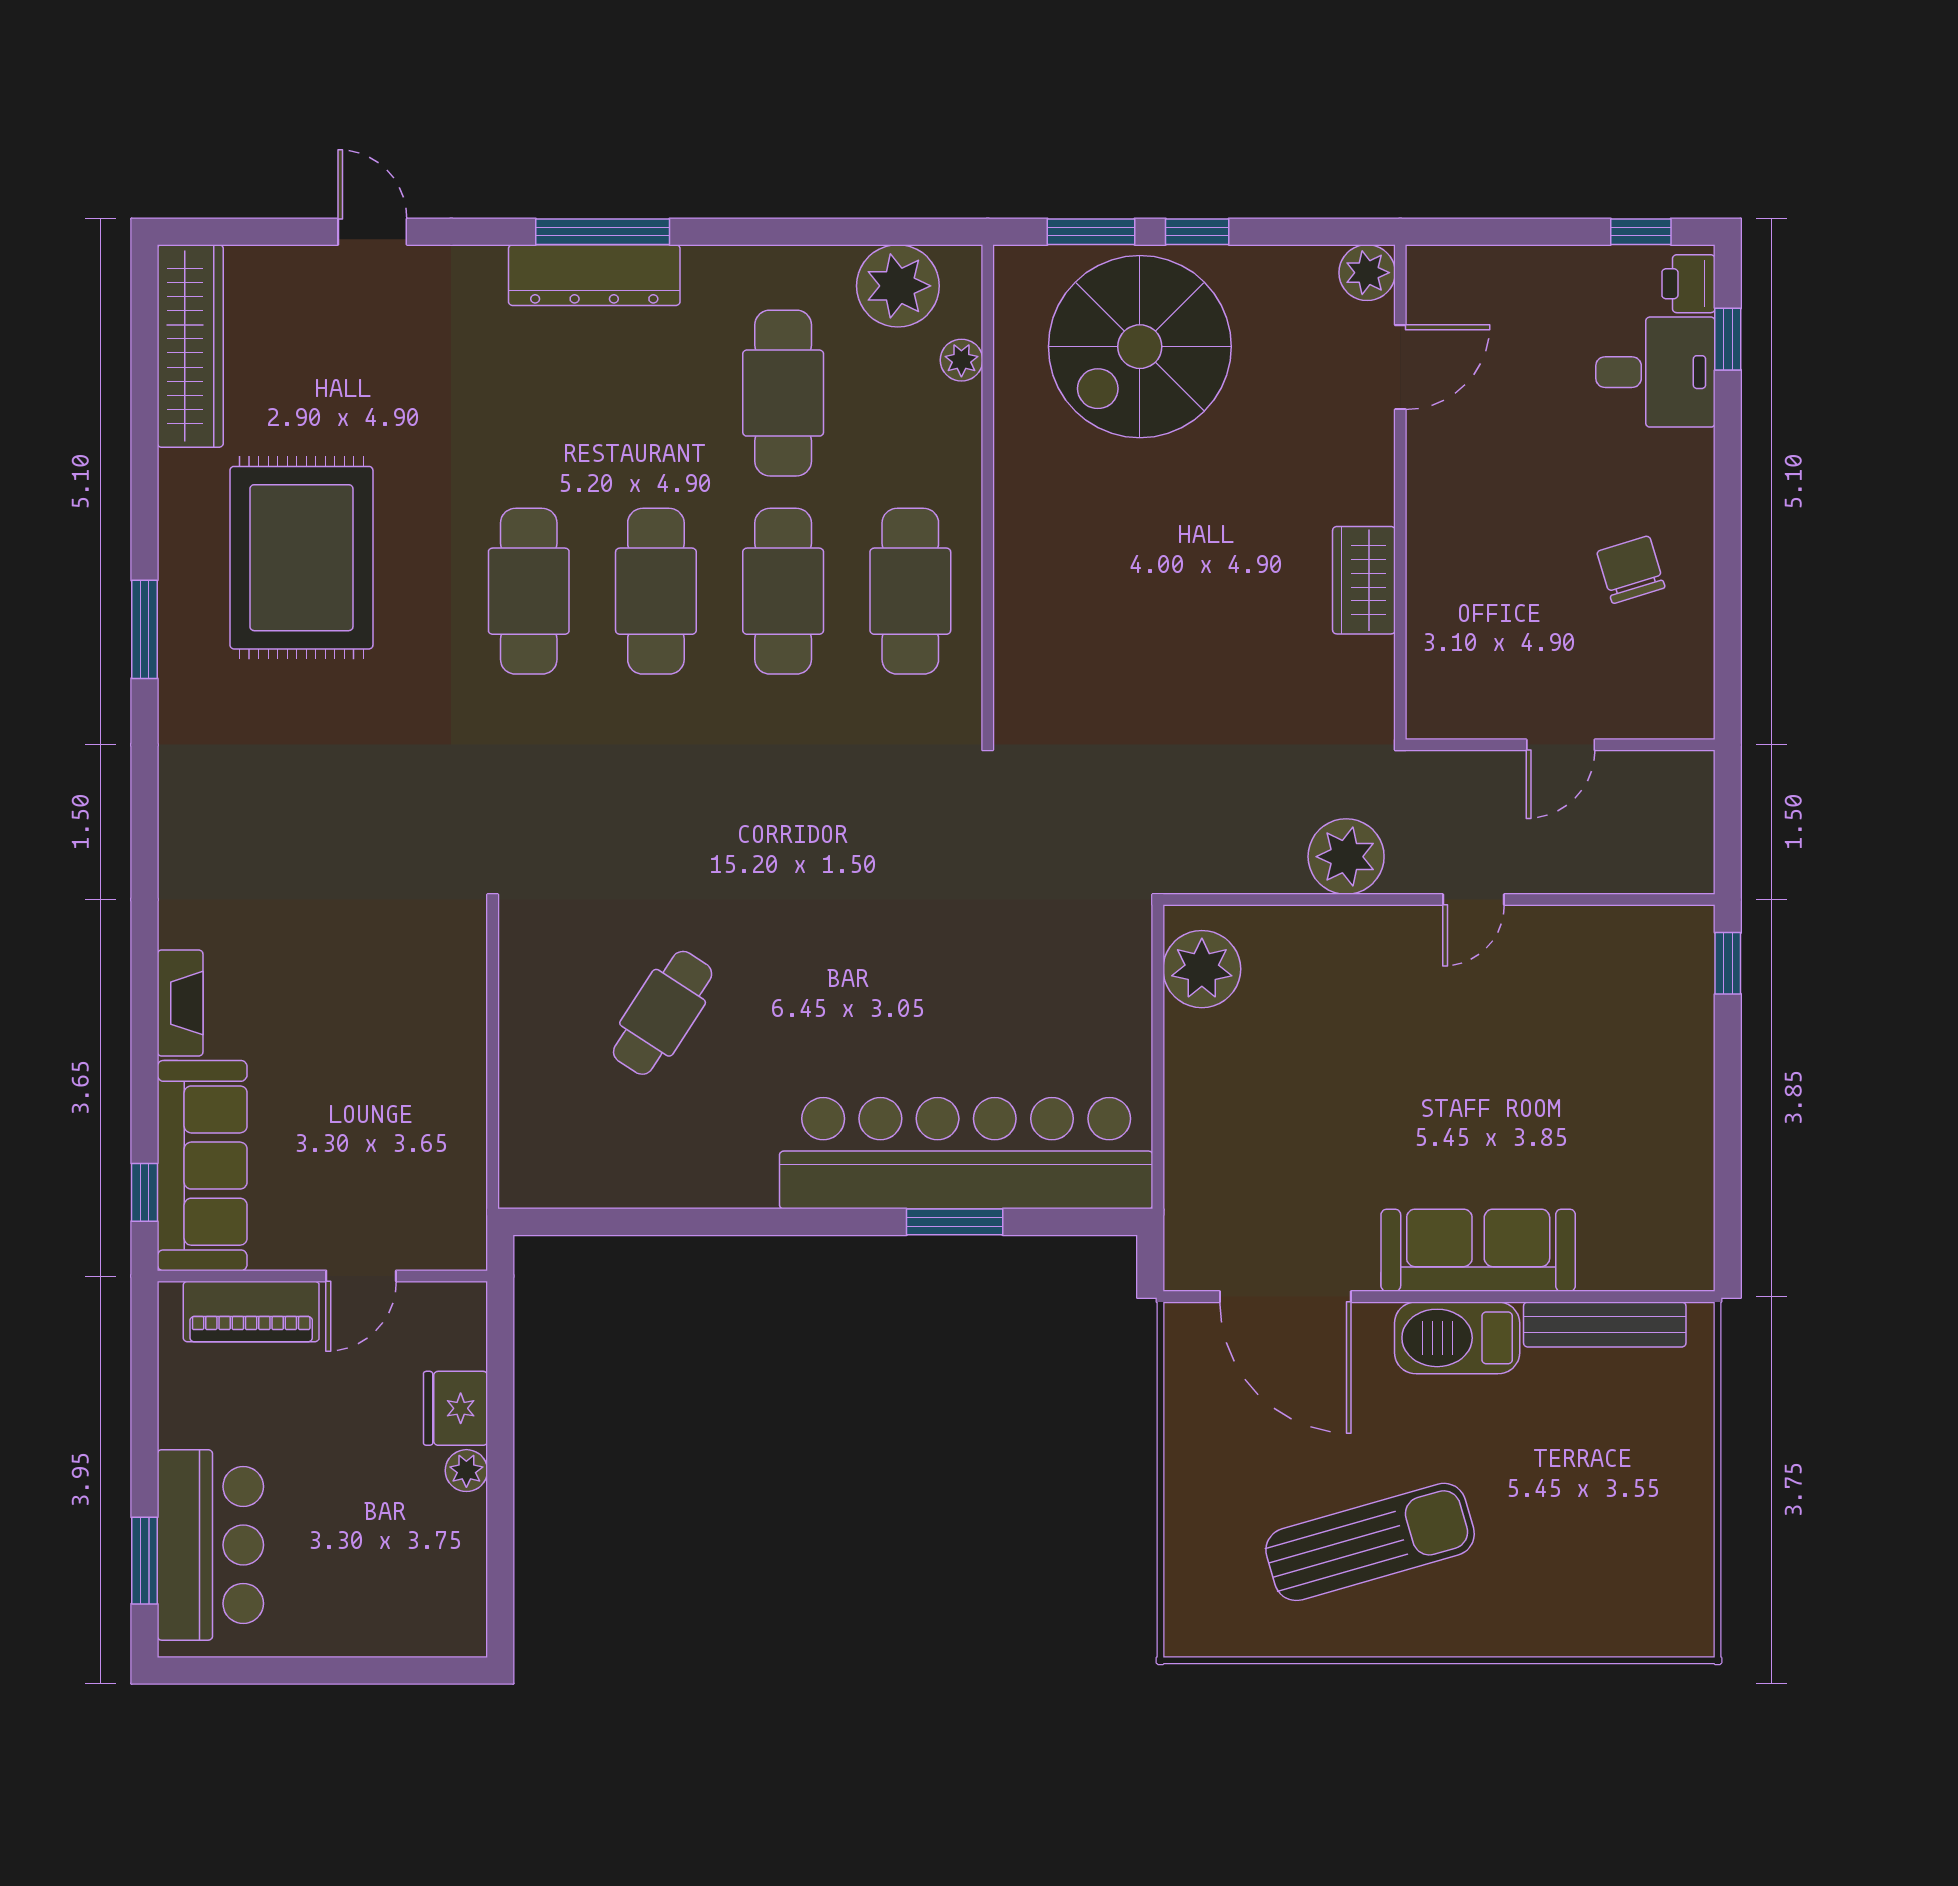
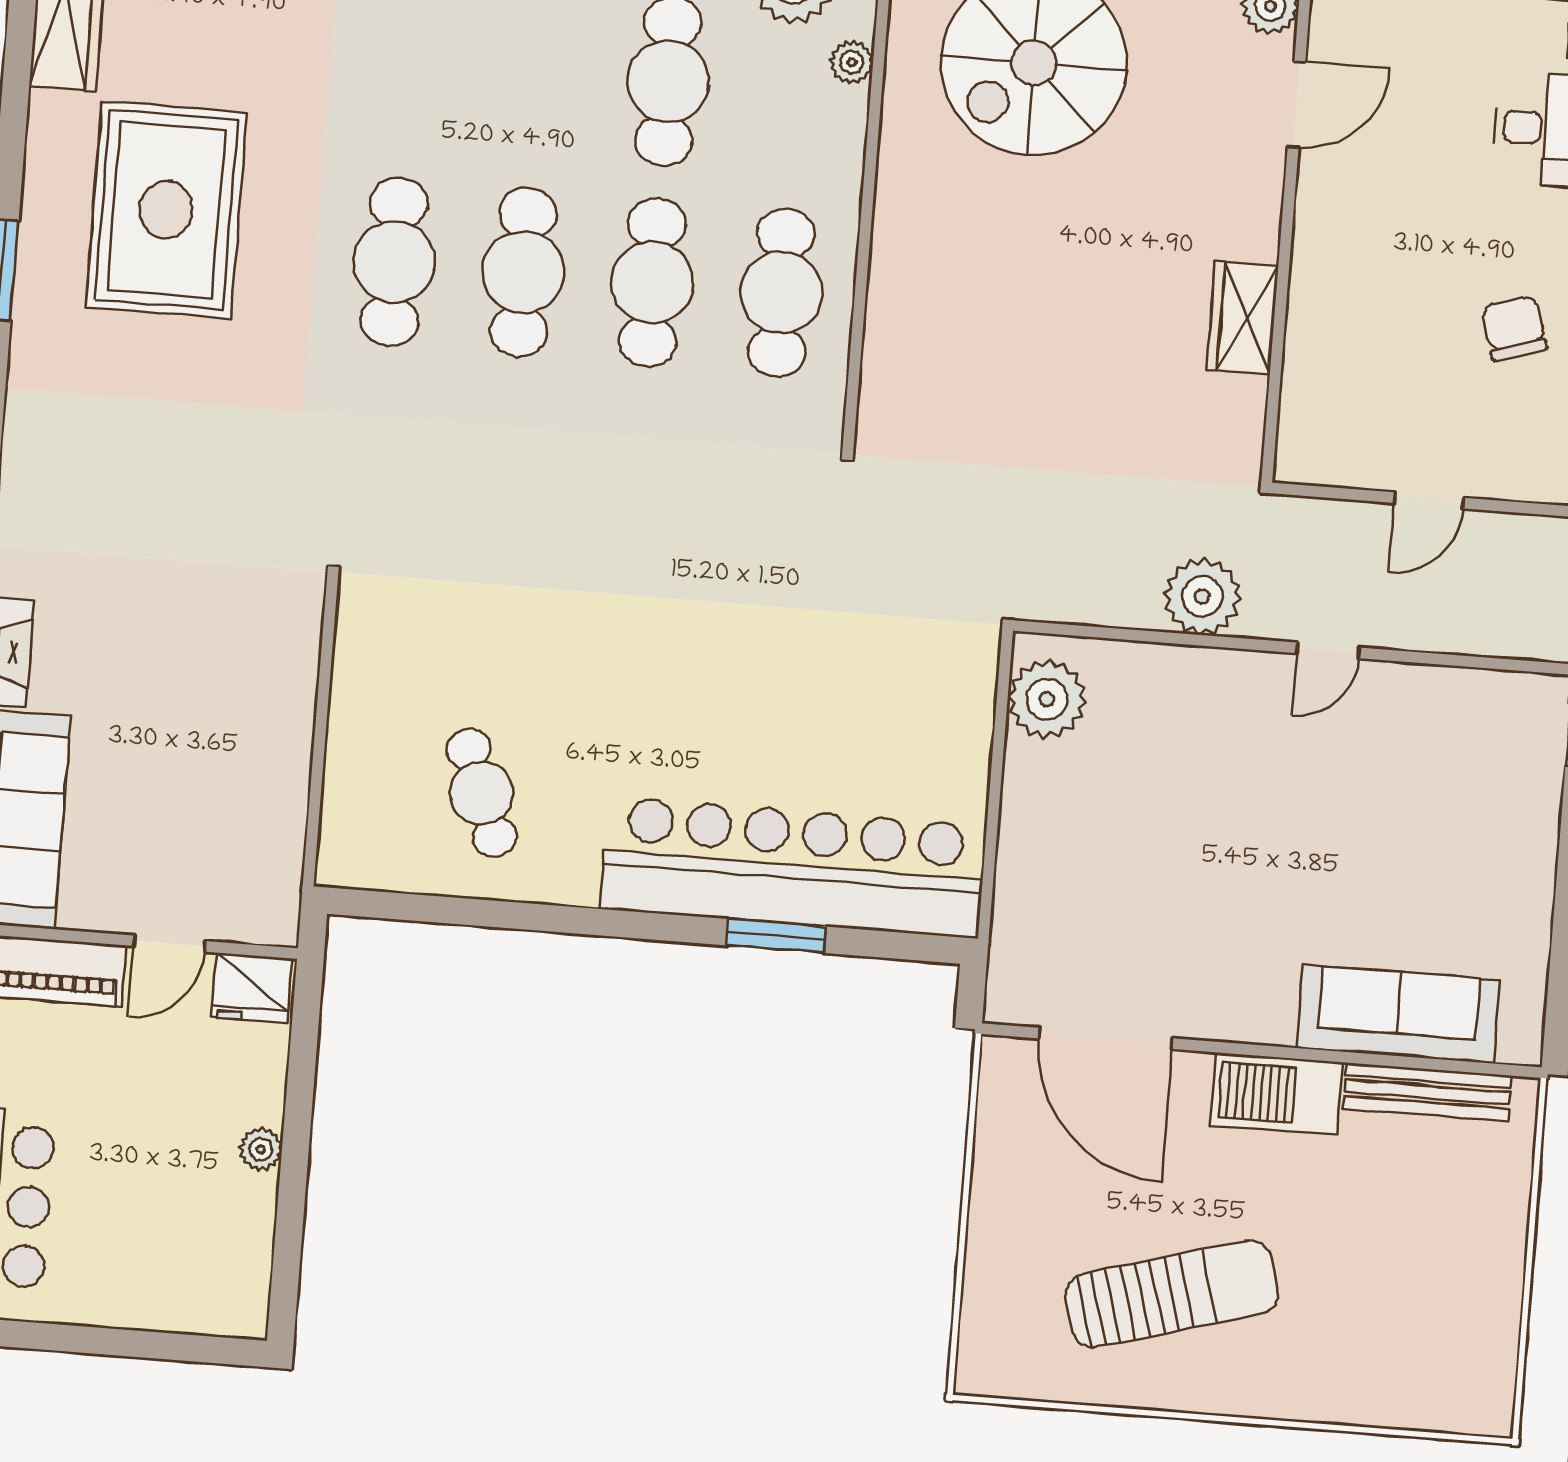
cafe table: (663, 1013) -> (482, 793), moved, turned -54
sofa: (1478, 1250) -> (1398, 1014), moved
fridge: (456, 1408) -> (251, 988), moved, turned -90

